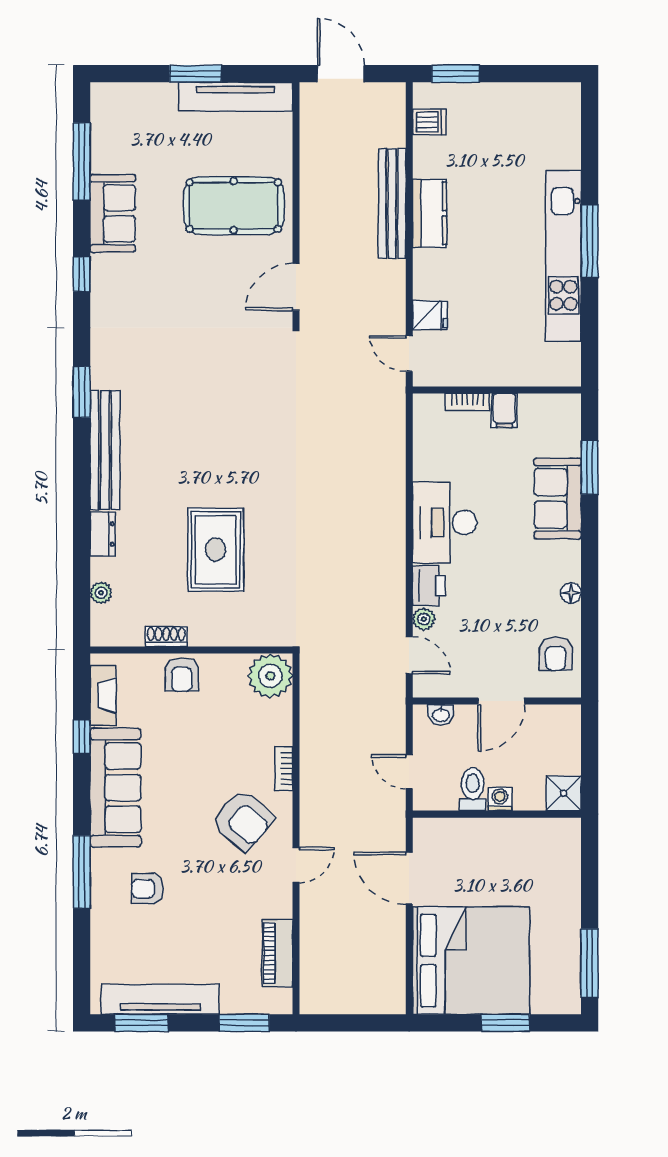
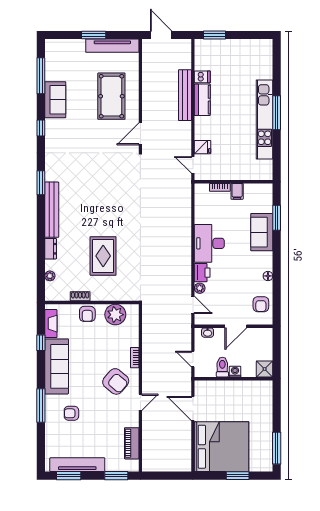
dishwasher: (429, 122) -> (202, 77), moved
pool table: (234, 206) -> (111, 96), turned 90
plant: (270, 676) -> (115, 315), moved

